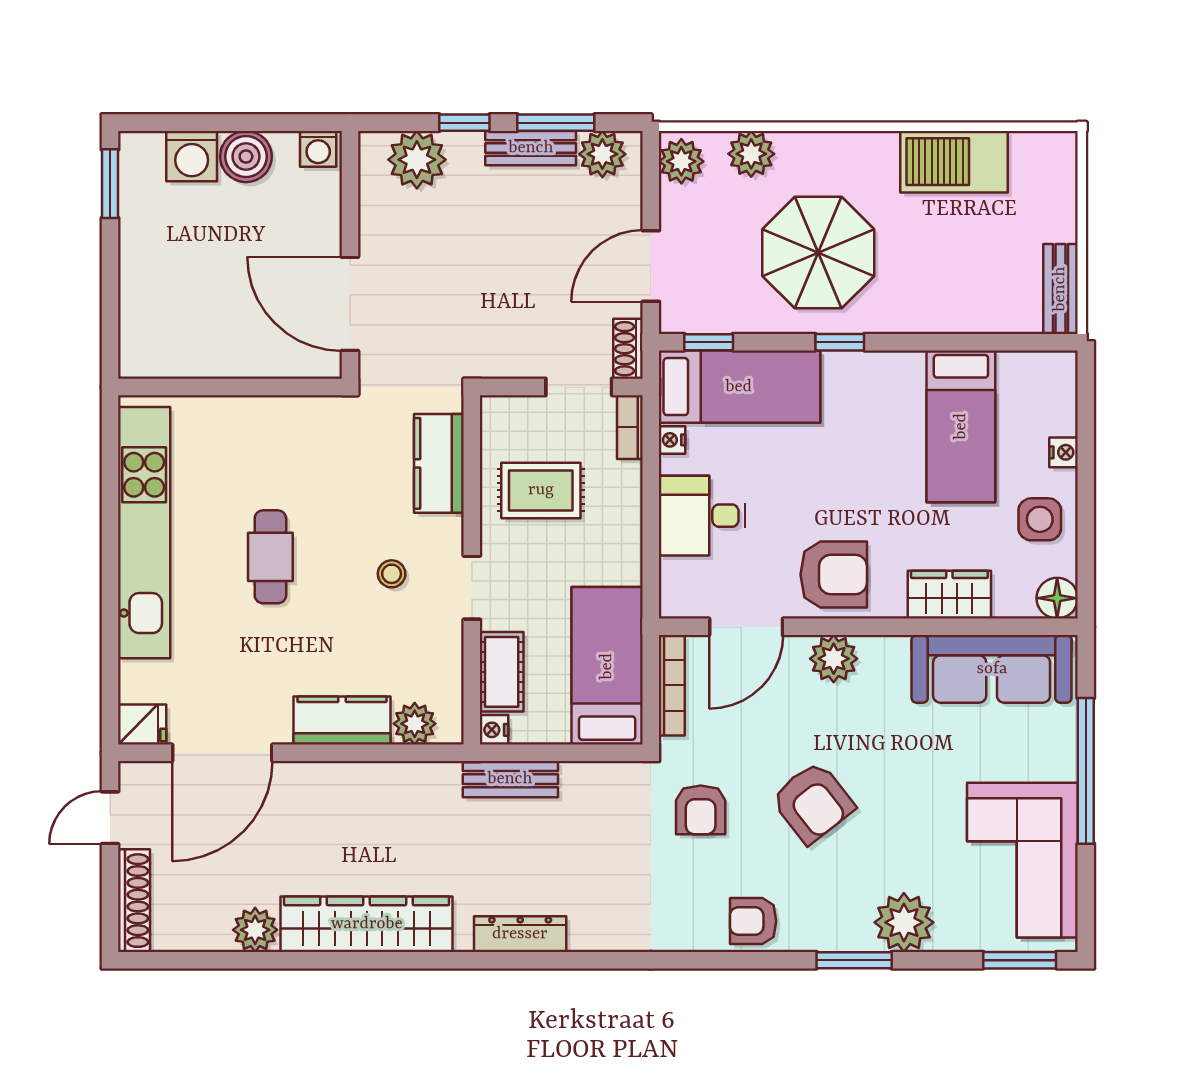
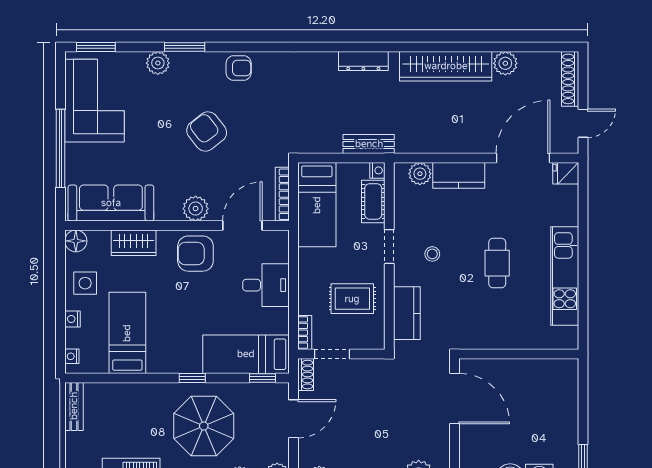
nightstand: (672, 440) -> (72, 356), moved, turned 180
kitchen unit: (144, 533) -> (565, 276), width x0.73
armchair: (701, 810) -> (267, 128), removed
plant: (904, 922) -> (158, 63), width x0.73, depth x0.73

